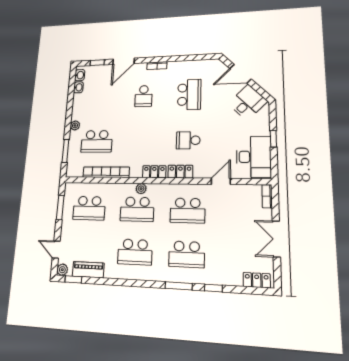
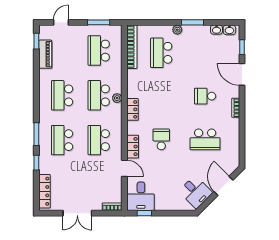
window: (273, 139) -> (144, 213), moved
window: (66, 151) -> (192, 22), moved
desk: (254, 157) -> (141, 196), width x0.73
bookcase: (106, 172) -> (132, 47), moved
locker: (180, 172) -> (133, 147), moved
double door: (276, 239) -> (77, 213), swing flipped
plant: (62, 270) -> (44, 30), removed
locker: (257, 280) -> (45, 191), width x1.53

